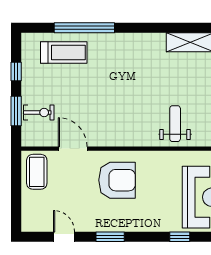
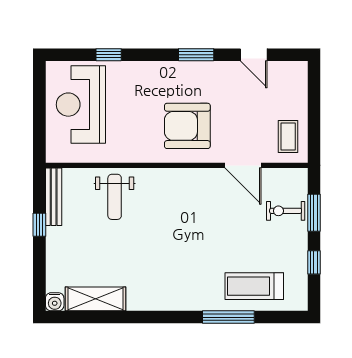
window: (84, 28) -> (228, 317), width x0.68
coffee table: (37, 172) -> (288, 136), width x0.73, depth x0.77

